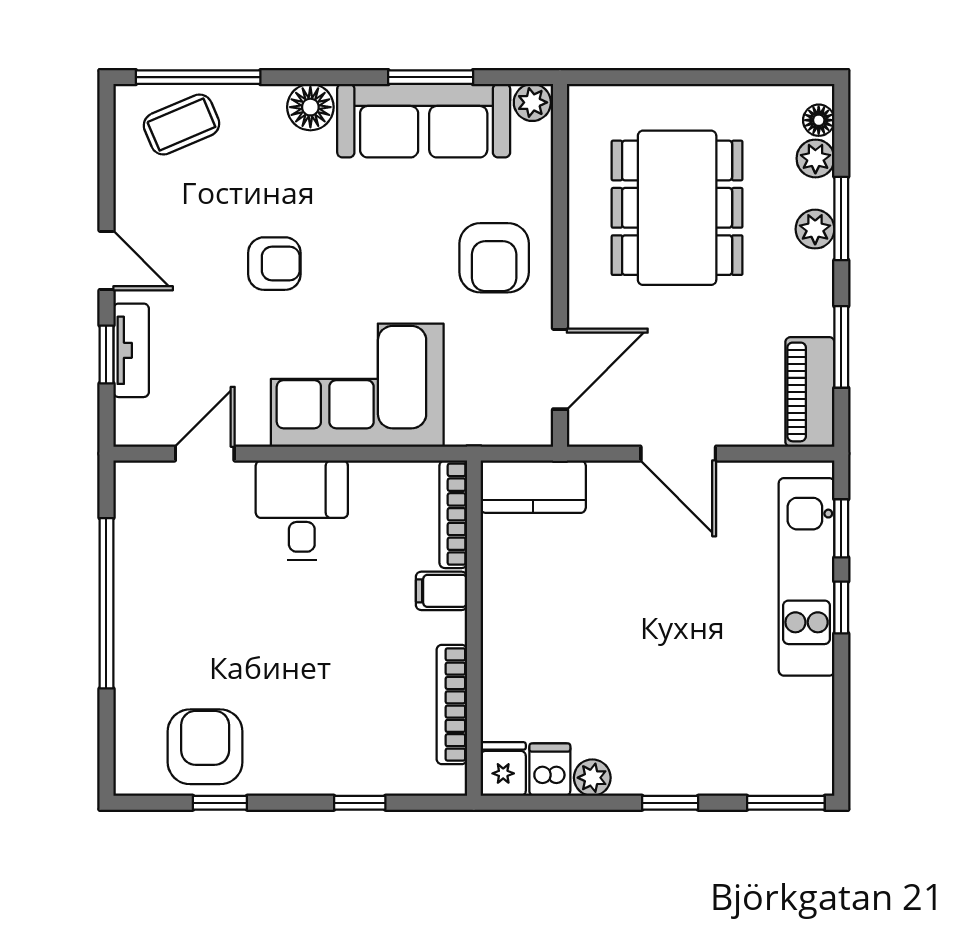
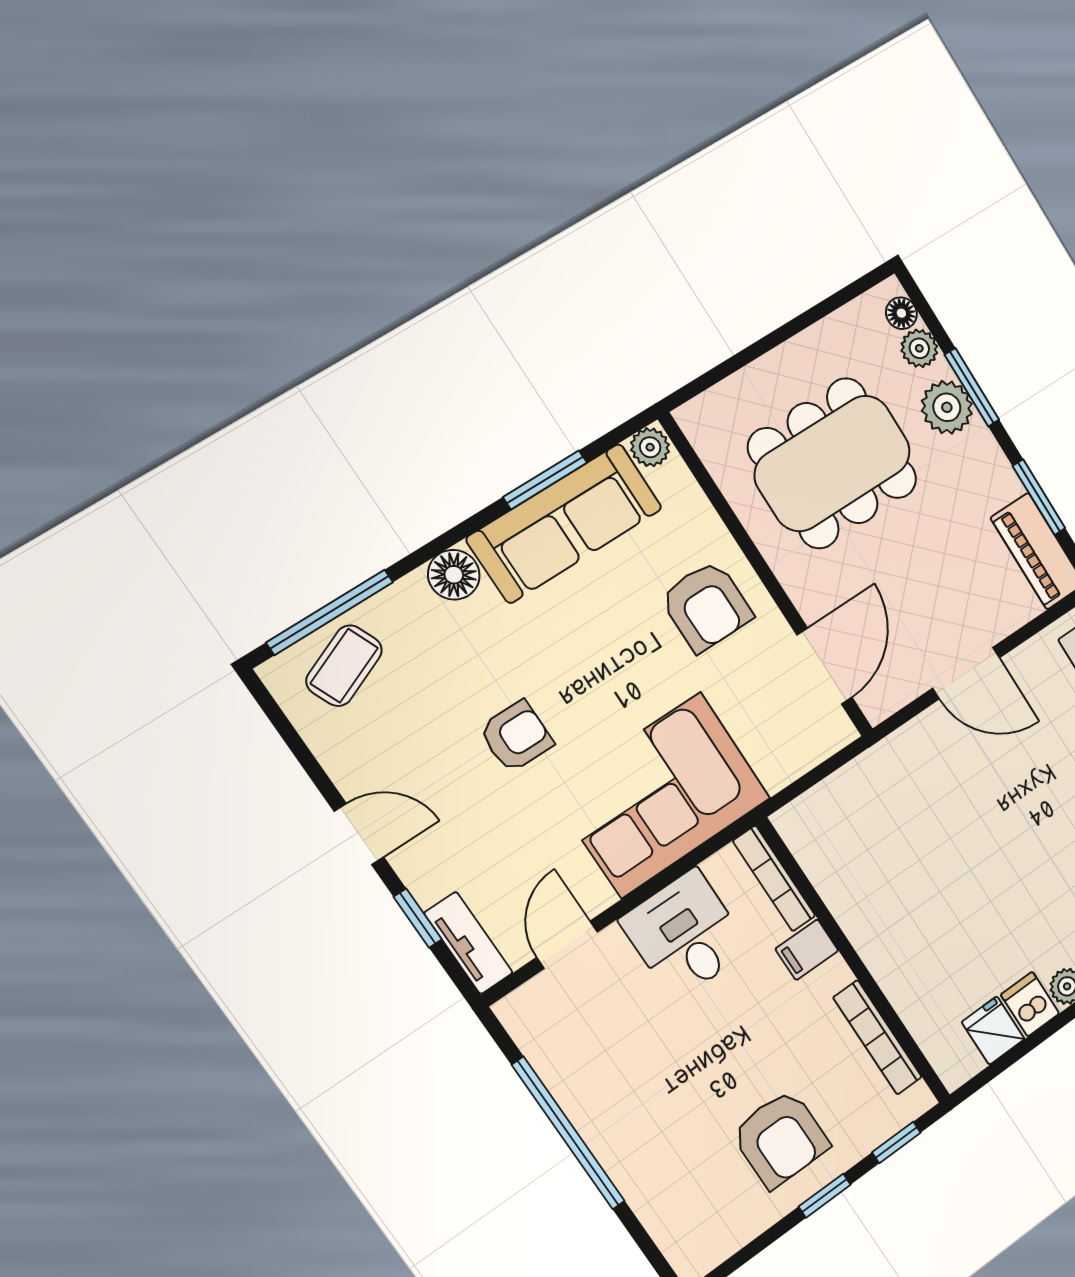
dining table: (677, 208) -> (833, 463), turned 90
plant: (815, 229) -> (947, 407), width x1.38, depth x1.38
tv unit: (131, 350) -> (468, 943), moved
kitchen counter: (533, 487) -> (867, 781), removed
bookcase: (453, 514) -> (774, 878), moved
filing cabinet: (441, 591) -> (807, 950), moved
wall: (474, 628) -> (854, 962), moved
bookcase: (452, 704) -> (878, 1037), moved
armchair: (205, 747) -> (781, 1139), moved, turned 180
window: (220, 803) -> (825, 1196), moved

